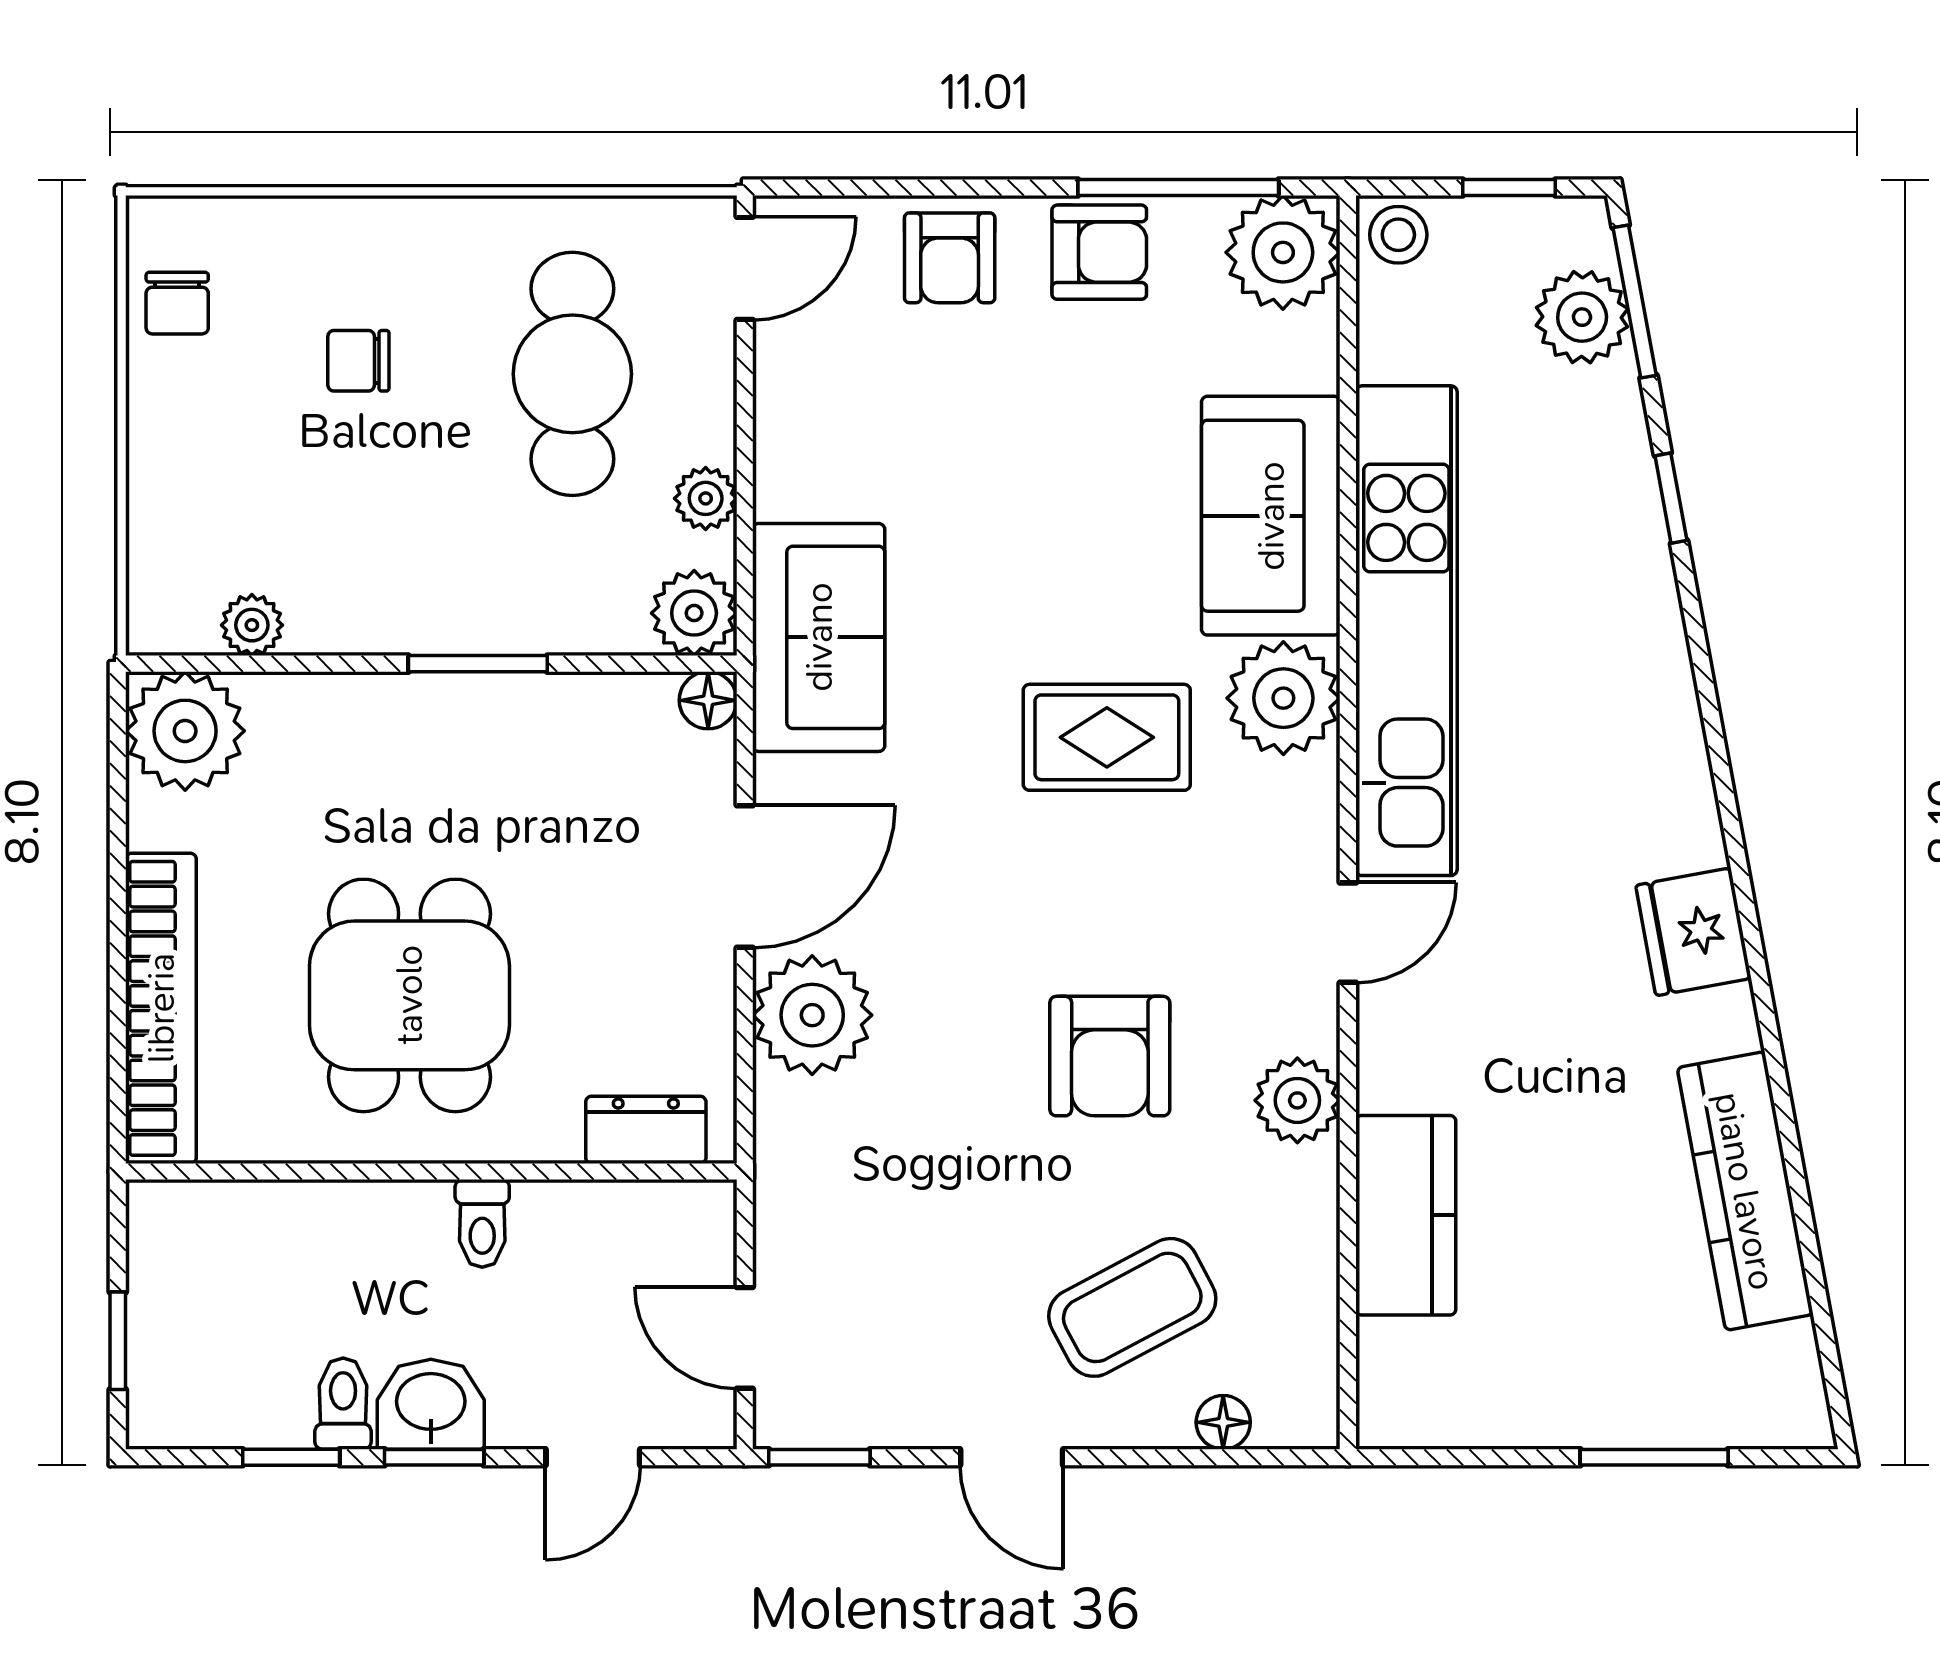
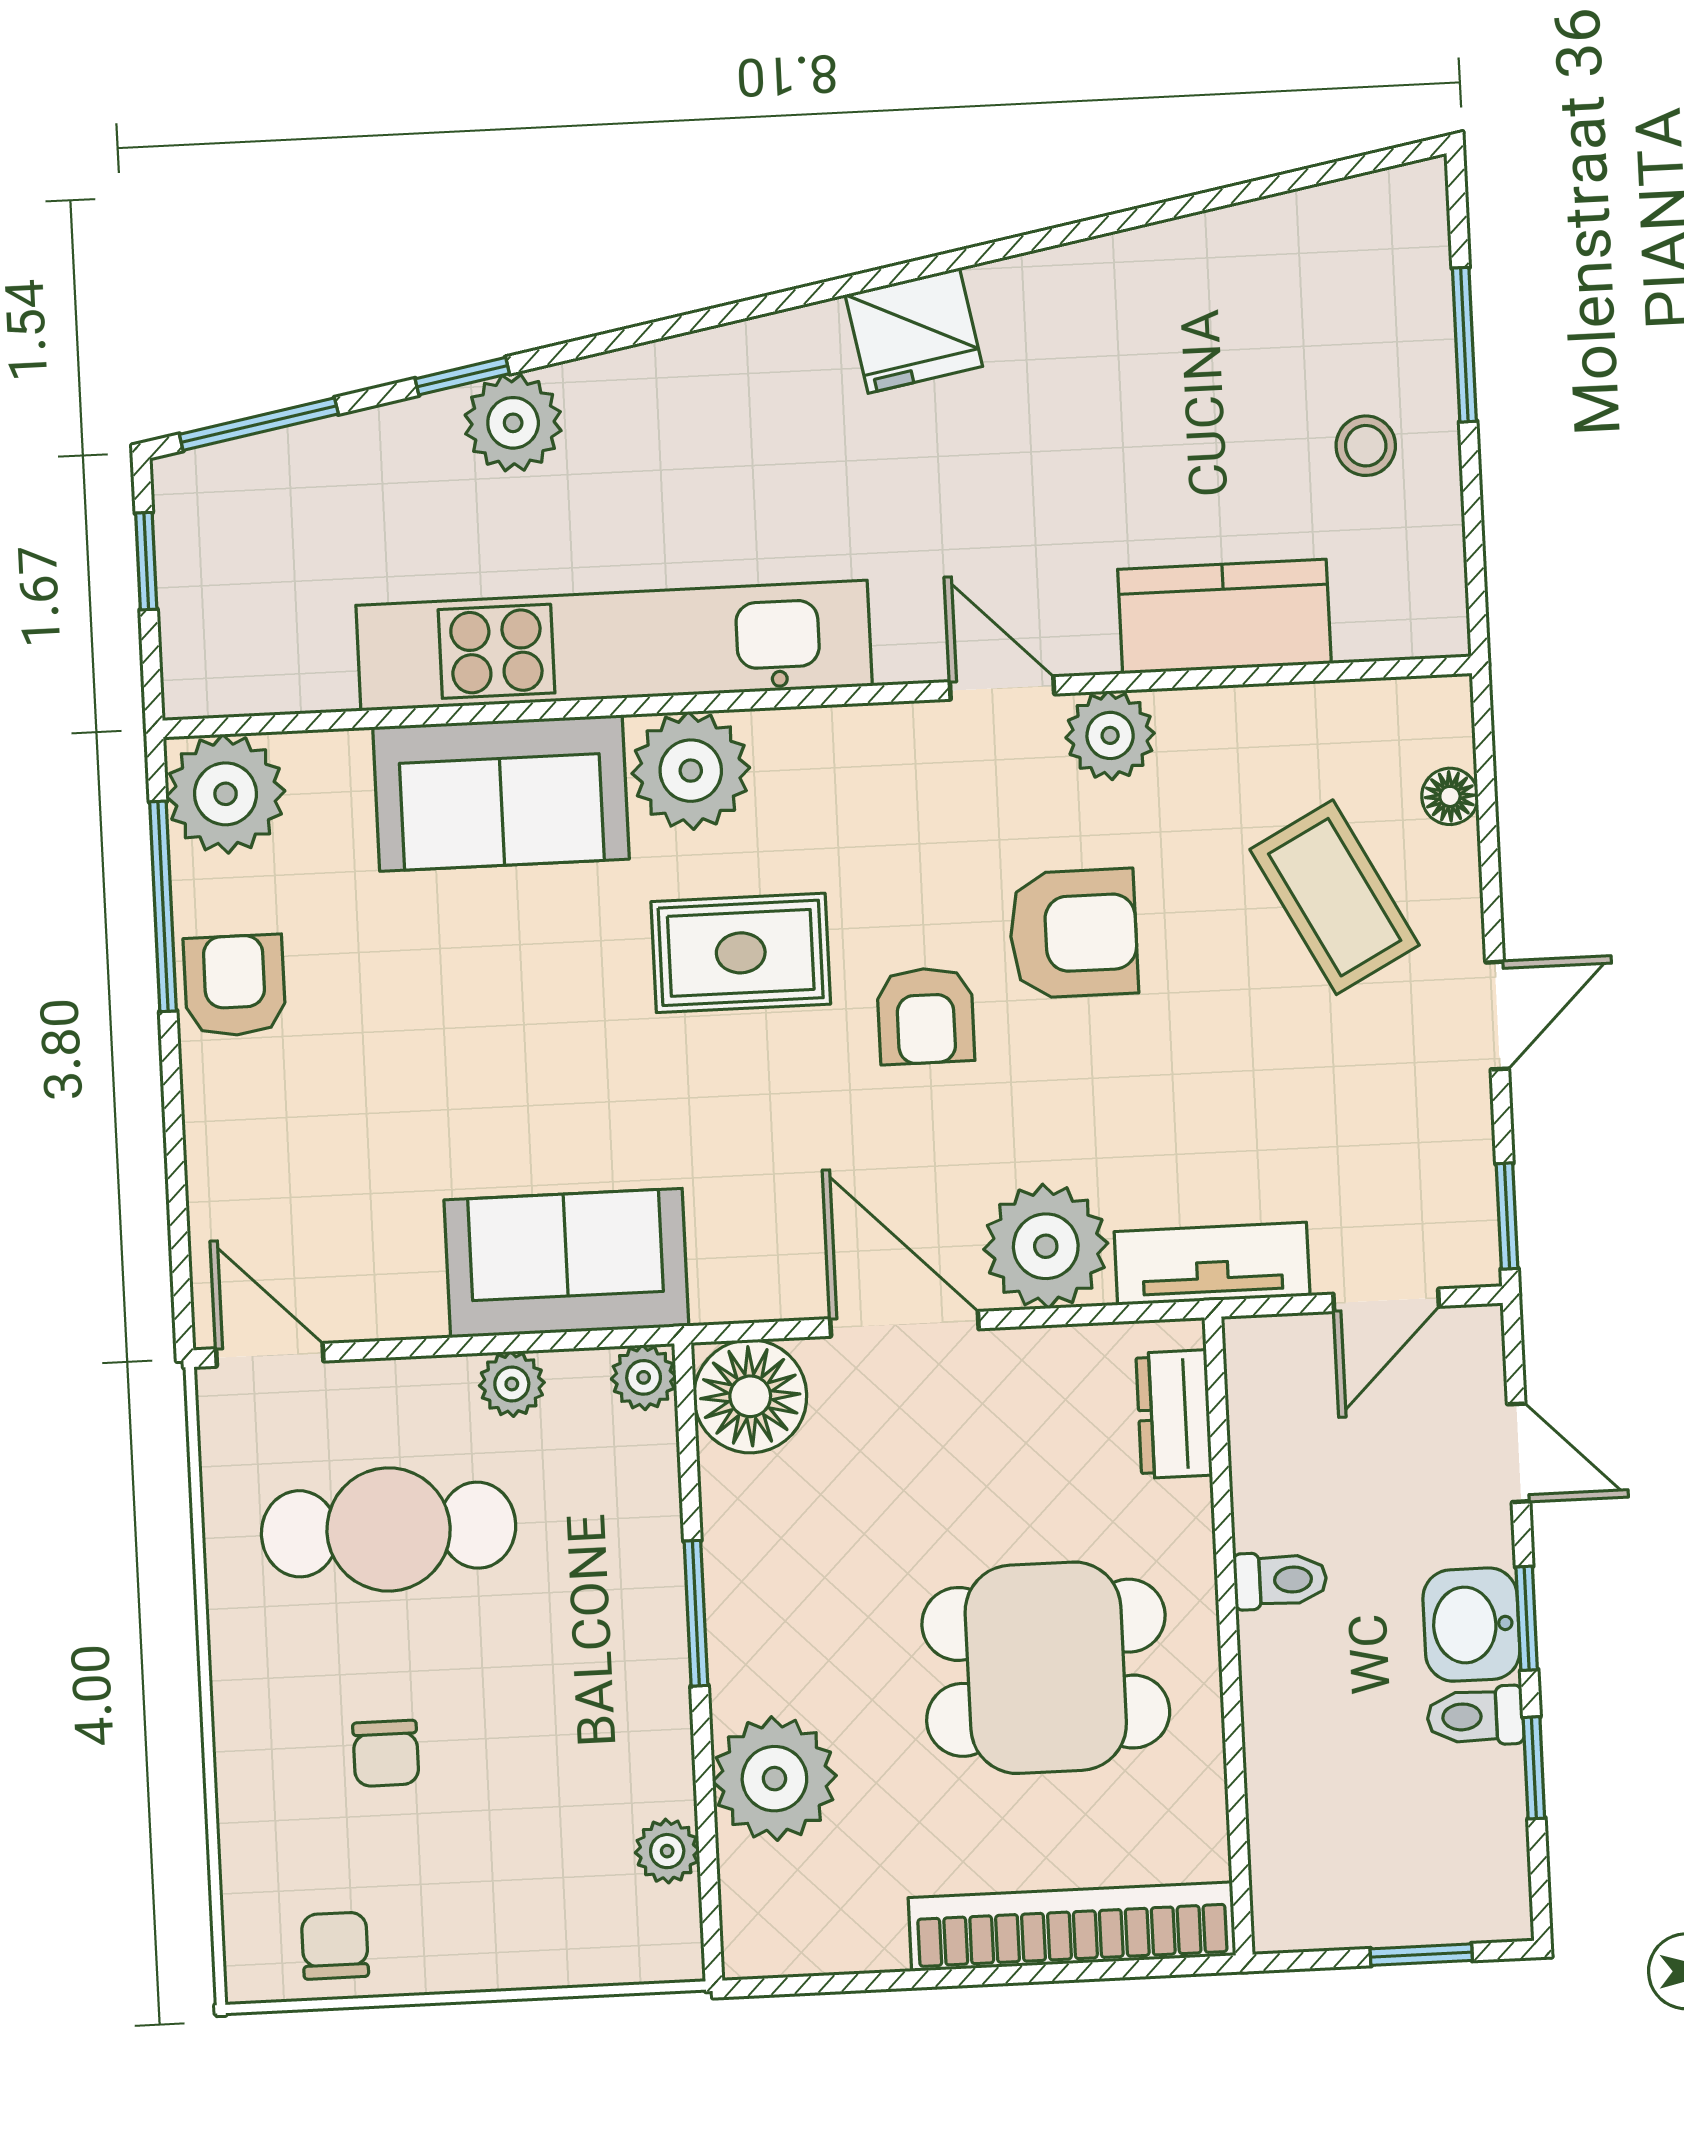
stool: (1398, 235) -> (1366, 446), moved
armchair: (950, 258) -> (926, 1016), moved, turned 90
chair: (177, 303) -> (335, 1946), turned -90
plant: (1582, 317) -> (513, 423), moved
plant: (694, 613) -> (644, 1377), width x0.73, depth x0.73
sofa: (819, 637) -> (566, 1263), moved
floor lamp: (708, 700) -> (750, 1396), width x1.89, depth x1.89
plant: (185, 731) -> (774, 1779), moved
rug: (1107, 737) -> (741, 953), turned 90
door: (1348, 933) -> (1002, 688), moved
tv unit: (788, 1173) -> (1212, 1264), added
kitchen counter: (1745, 1191) -> (1182, 263), removed

